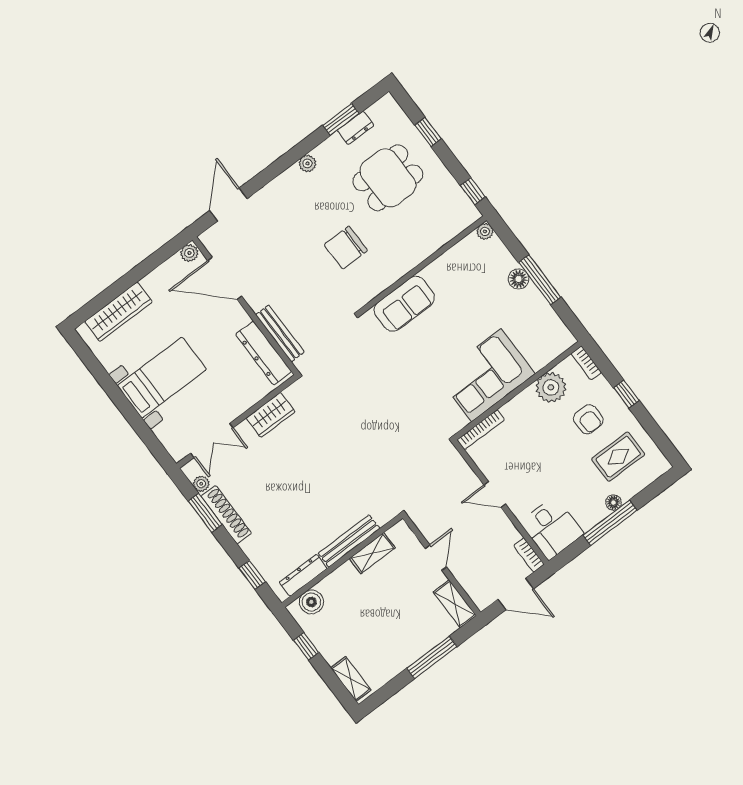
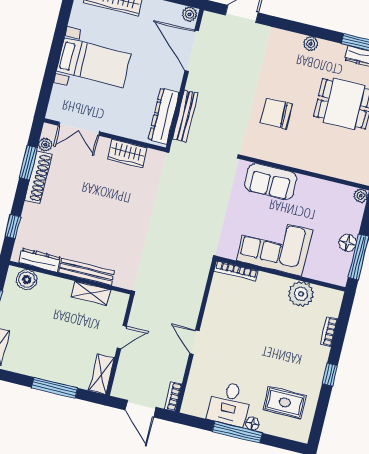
corner sofa: (486, 375) -> (274, 245), moved
plant: (551, 387) -> (301, 294), moved
wall: (517, 391) -> (281, 274), moved
armchair: (588, 419) -> (293, 363), removed
bookcase: (481, 430) -> (236, 271), moved
desk: (552, 528) -> (229, 404), moved

